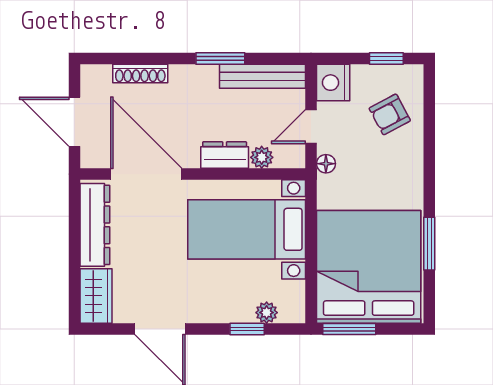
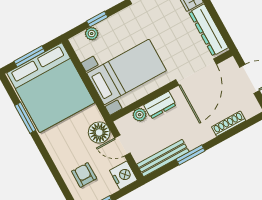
armchair: (390, 114) -> (84, 175), turned -62
door: (311, 127) -> (122, 145), swing flipped
floor lamp: (326, 164) -> (99, 132), width x1.89, depth x1.89
door: (146, 174) -> (196, 72), hinge flipped
window: (349, 329) -> (30, 56), moved

